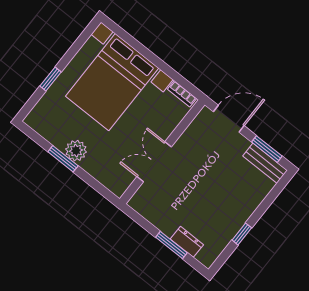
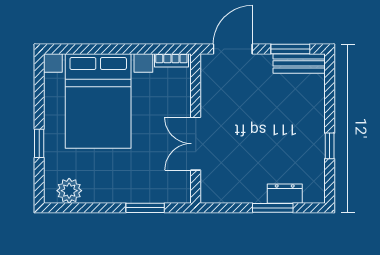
plant: (76, 151) -> (69, 191), moved
window: (63, 159) -> (145, 208), moved

